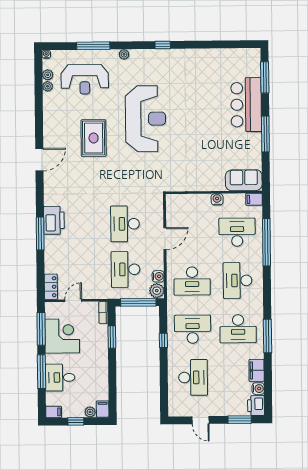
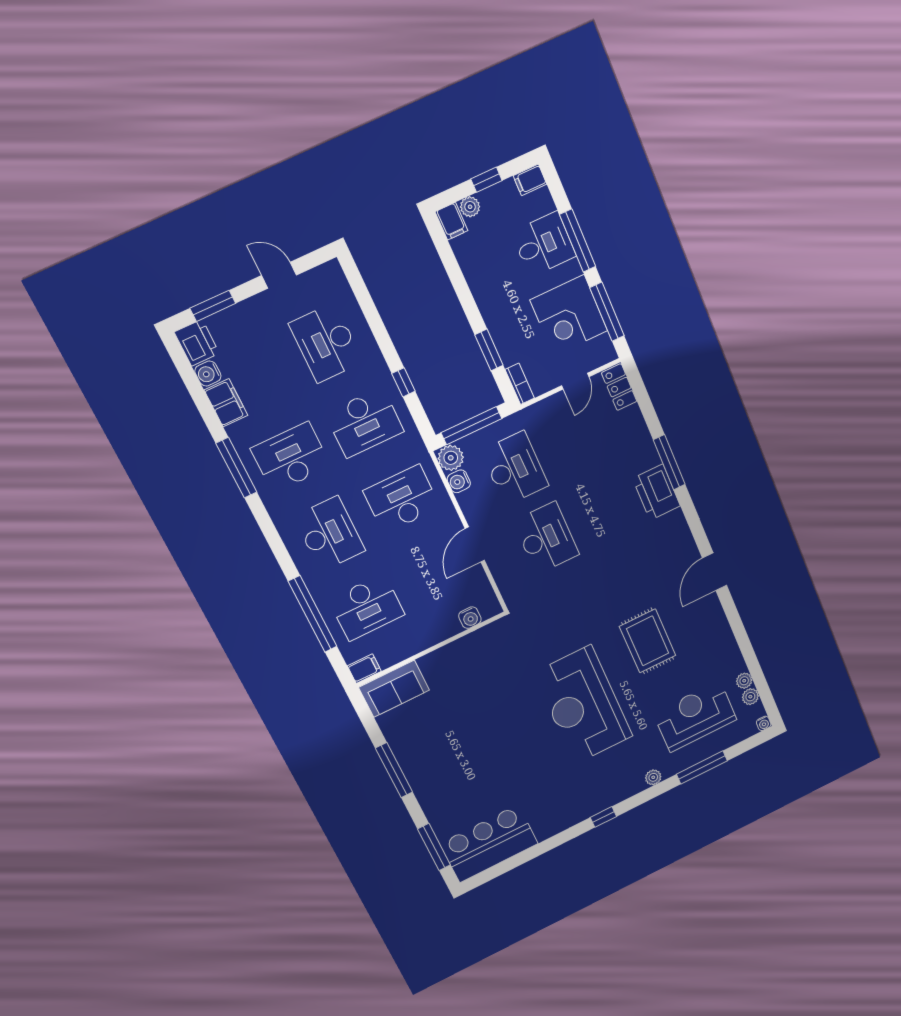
bar counter: (246, 105) -> (489, 844), moved, turned -90
water cooler: (217, 199) -> (470, 618), moved

